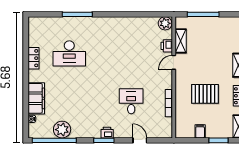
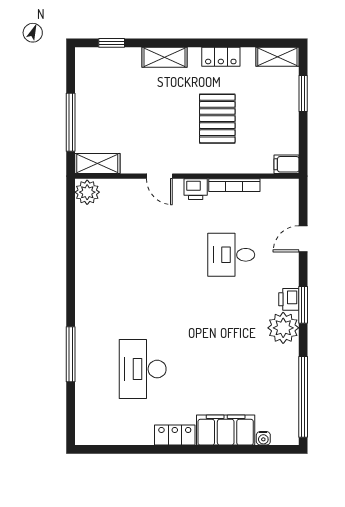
shelving: (181, 41) -> (97, 163), moved
printer: (167, 46) -> (196, 189), moved
desk: (69, 53) -> (143, 369), turned 180
locker: (34, 58) -> (175, 435), moved
plant: (62, 130) -> (283, 328), moved
filing cabinet: (200, 131) -> (287, 164), moved

